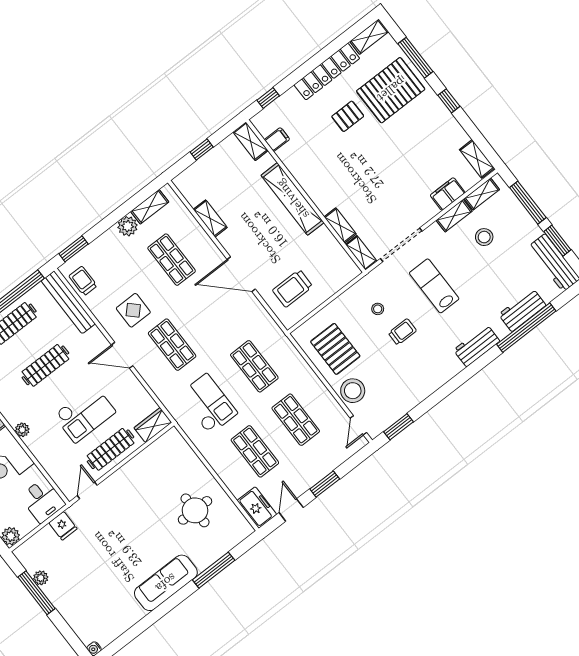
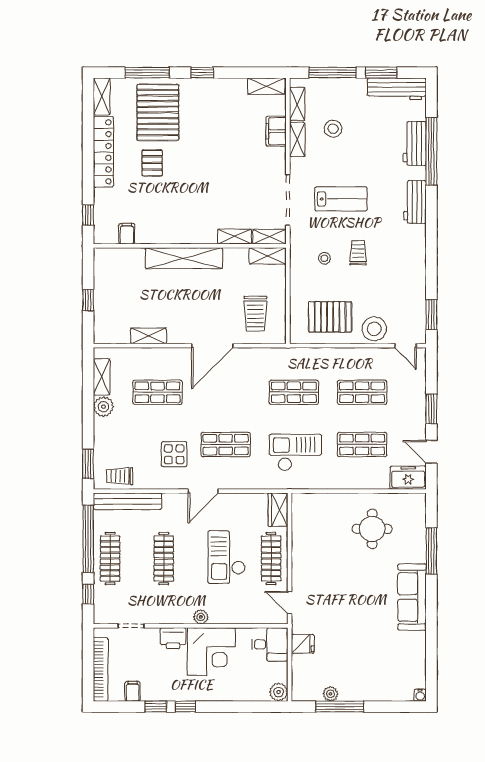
shelving: (251, 141) -> (268, 256), moved
lab bench: (434, 286) -> (341, 199), turned 180
checkout: (85, 414) -> (226, 557), turned 180

